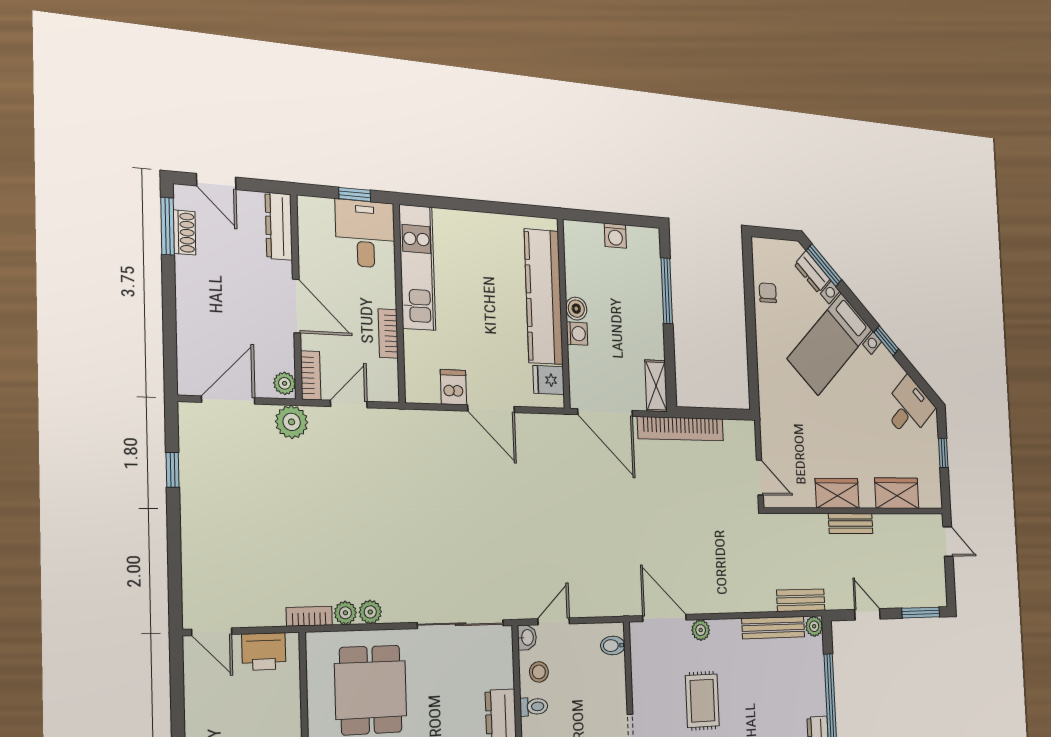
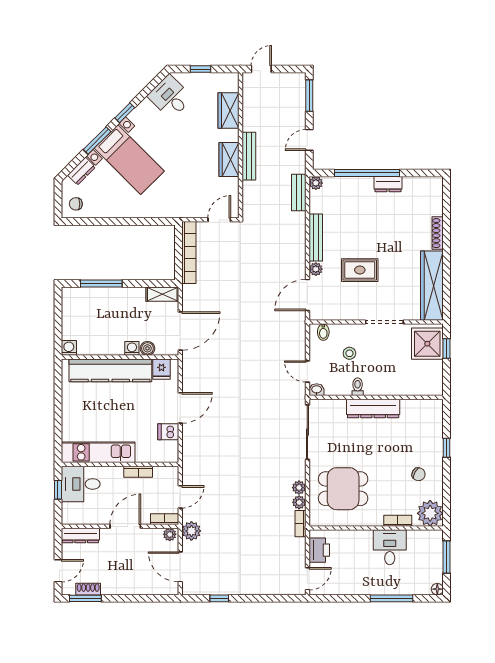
washing machine: (615, 236) -> (69, 348), moved, turned -90
window: (824, 265) -> (97, 140), moved
chair: (768, 293) -> (76, 204), moved
boiler: (576, 309) -> (147, 348), moved
door: (349, 404) -> (180, 497), swing flipped
bookcase: (681, 429) -> (189, 253), moved
bench: (851, 524) -> (249, 156), width x1.36
bench: (773, 628) -> (316, 238), moved
stool: (539, 672) -> (349, 353), moved

